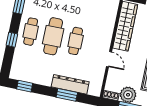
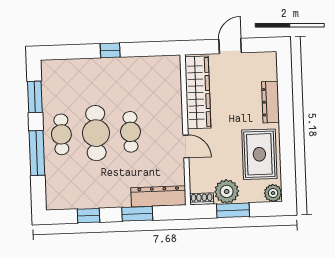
window: (12, 40) -> (37, 153), width x2.17
dresser: (70, 84) -> (158, 196), moved
window: (25, 86) -> (89, 216), moved

